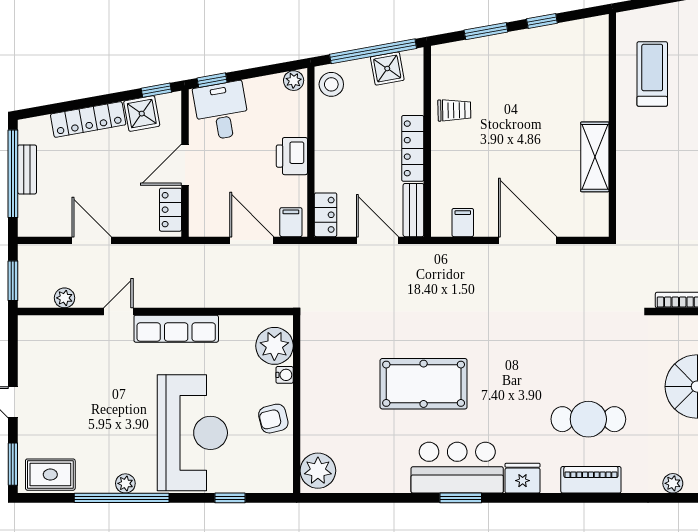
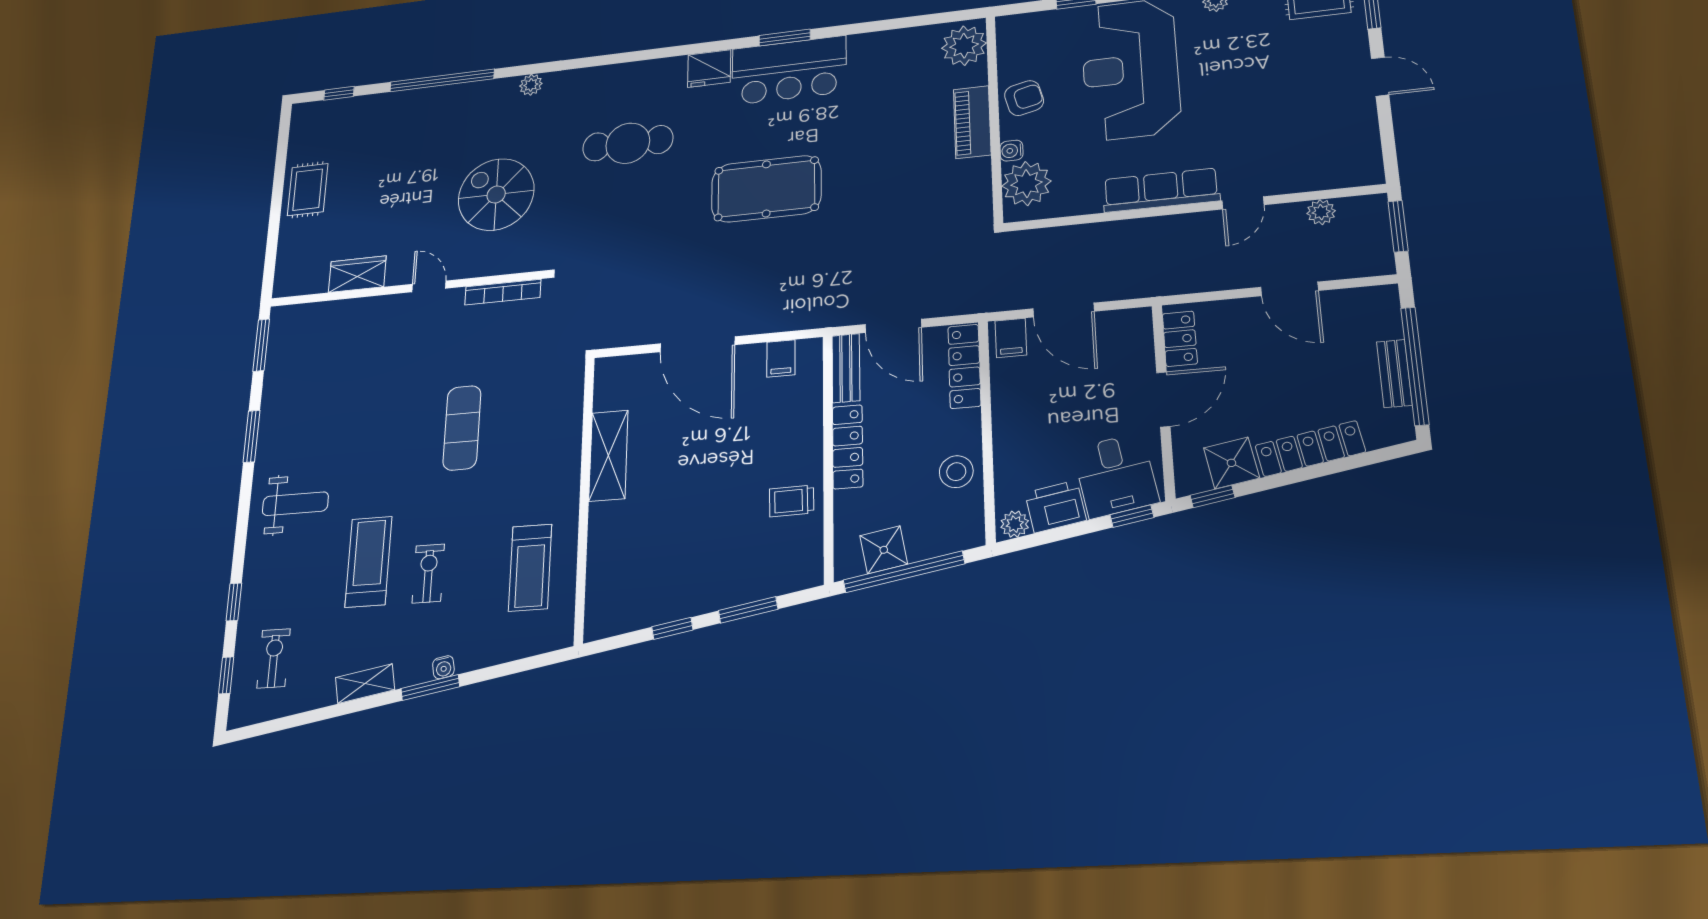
stool: (331, 84) -> (956, 472), moved
printer: (292, 156) -> (1056, 506), moved, turned -100
locker: (326, 215) -> (964, 366), width x1.53
pool table: (424, 384) -> (766, 189), moved
piano: (591, 480) -> (972, 122), moved, turned 90

